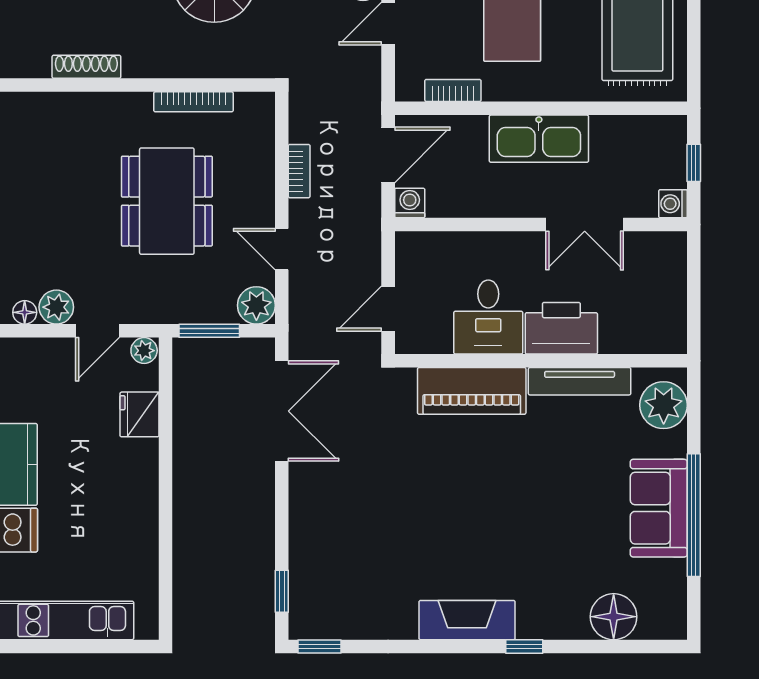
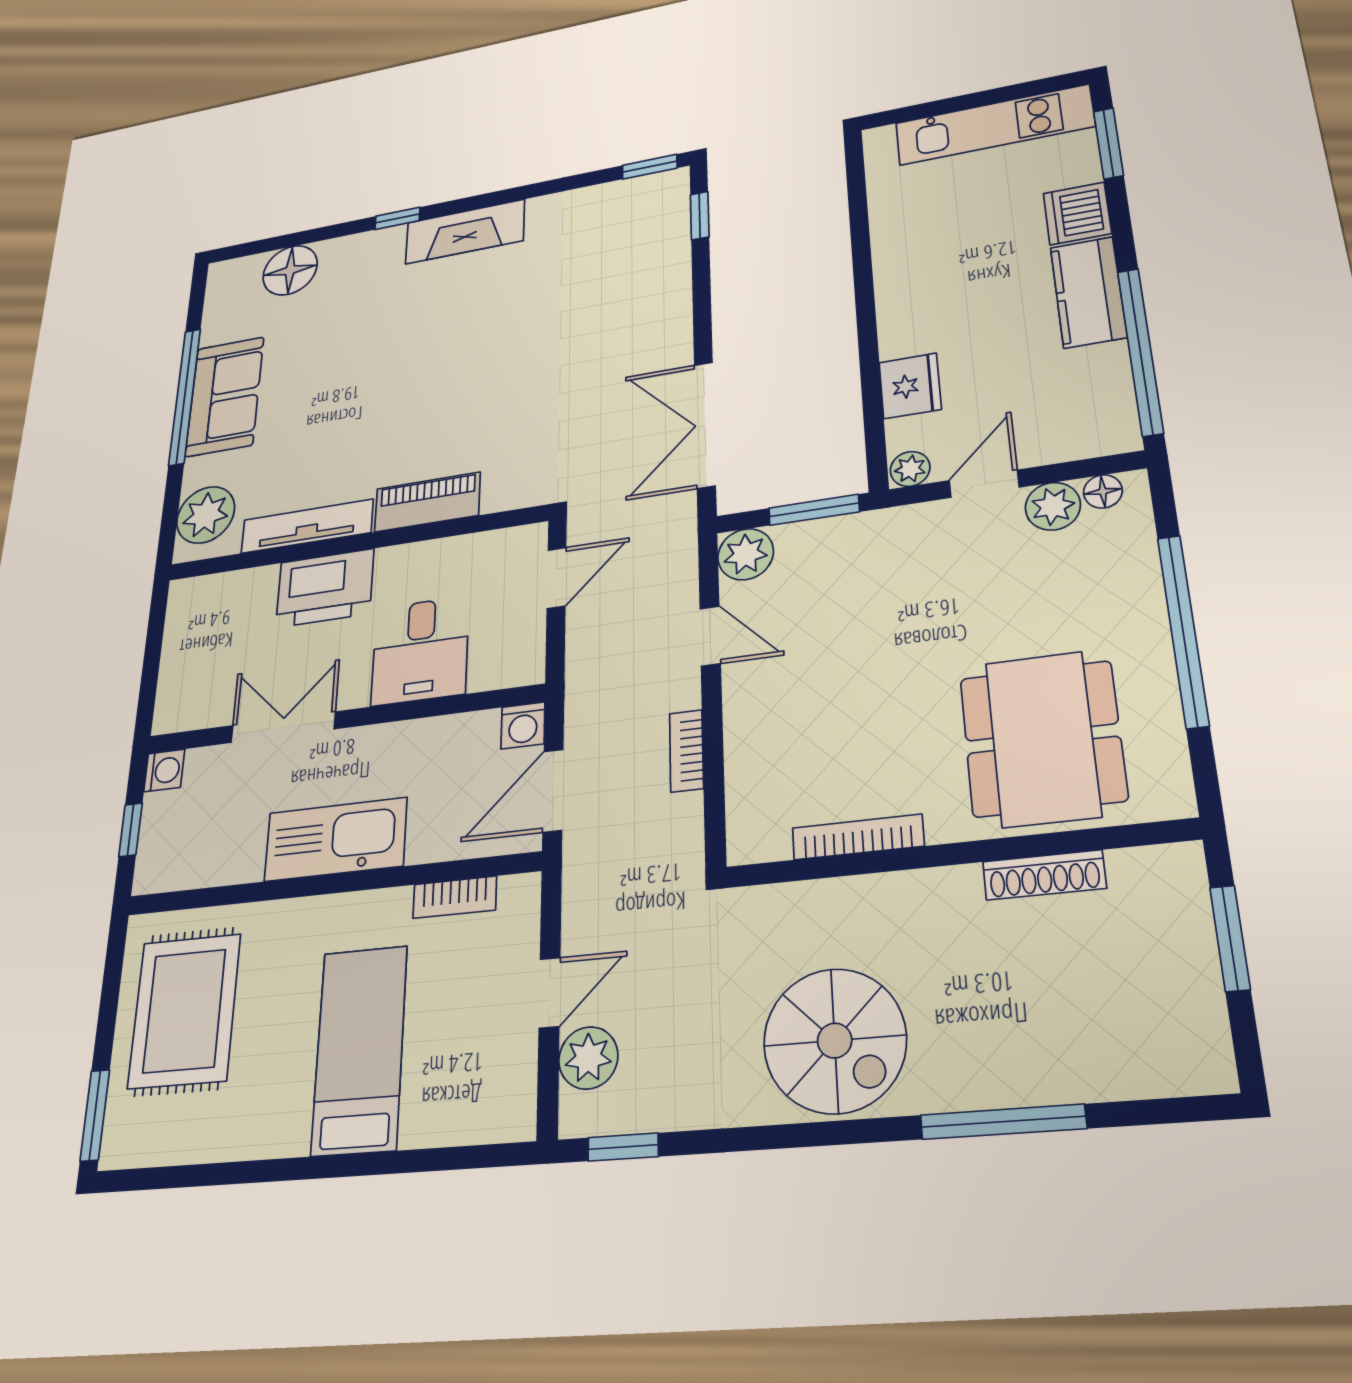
dining table: (167, 201) -> (1042, 739), moved
desk: (488, 317) -> (420, 651), moved, turned 180
piano: (472, 391) -> (427, 502), width x0.73, depth x0.75

